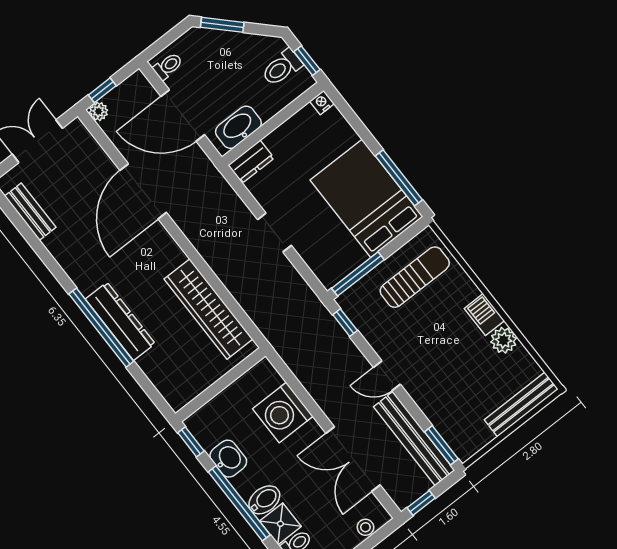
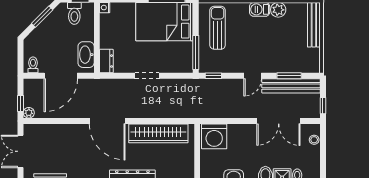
window: (222, 25) -> (42, 17), moved
door: (143, 191) -> (107, 121), moved
washing machine: (283, 413) -> (214, 136), moved
window: (441, 445) -> (289, 76), moved

